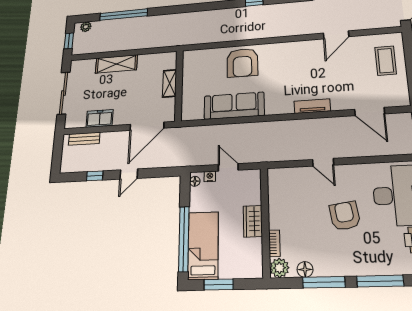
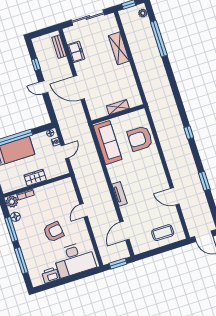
shelving: (170, 83) -> (118, 107), moved
wall: (179, 85) -> (118, 114), moved

